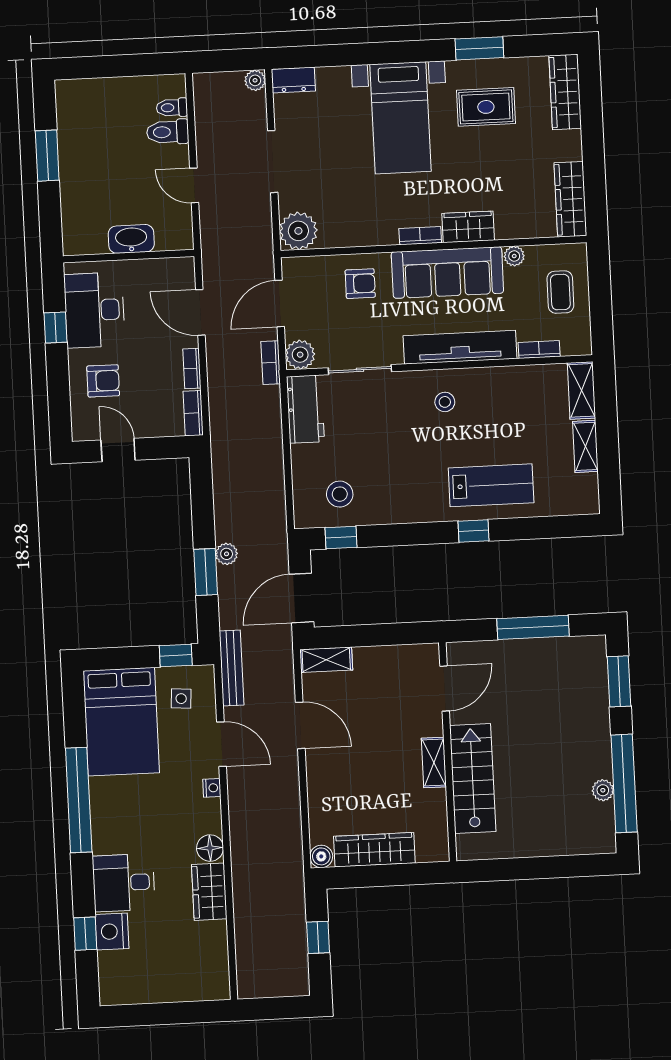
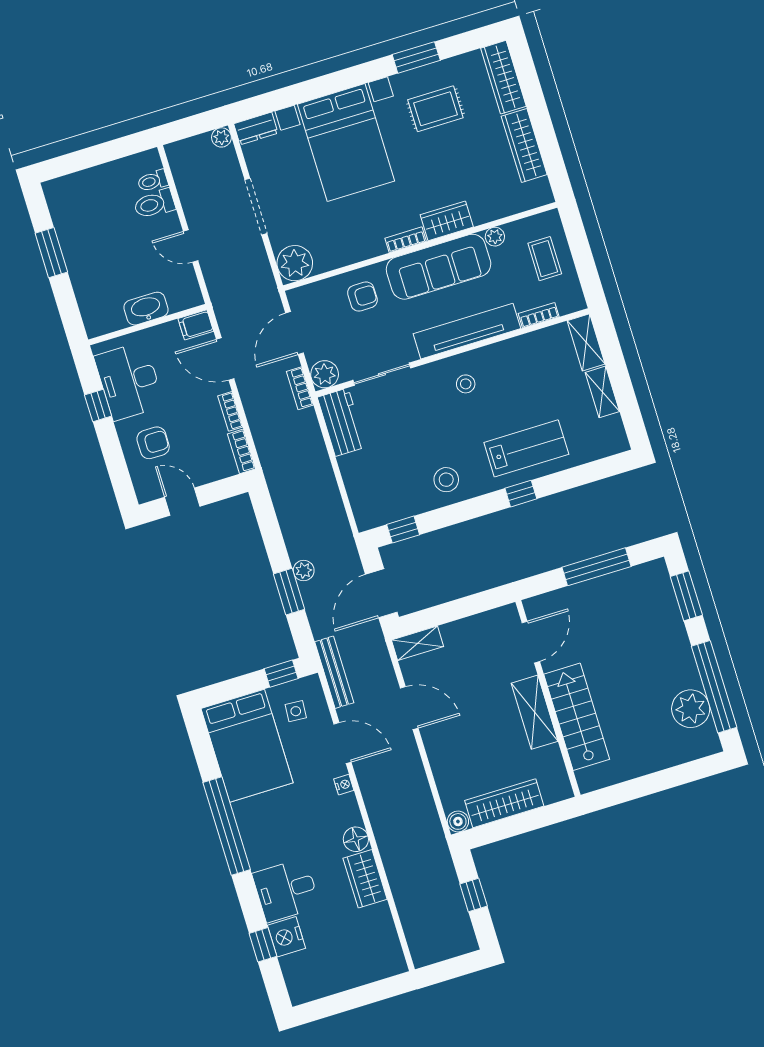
bed with nightstands: (400, 118) -> (346, 143), width x1.36
wardrobe: (570, 199) -> (524, 145), moved
filing cabinet: (179, 269) -> (196, 325), added
stool: (340, 494) -> (446, 480), moved
shelving: (434, 762) -> (535, 712), width x1.50, depth x1.33
plant: (603, 790) -> (691, 709), width x1.88, depth x1.88

